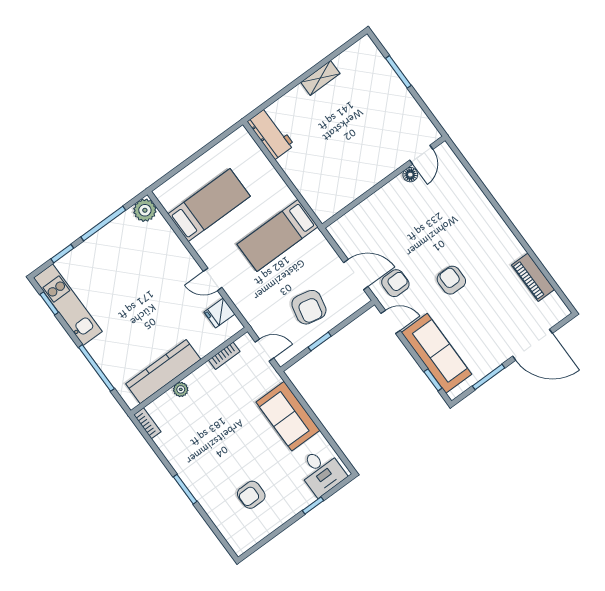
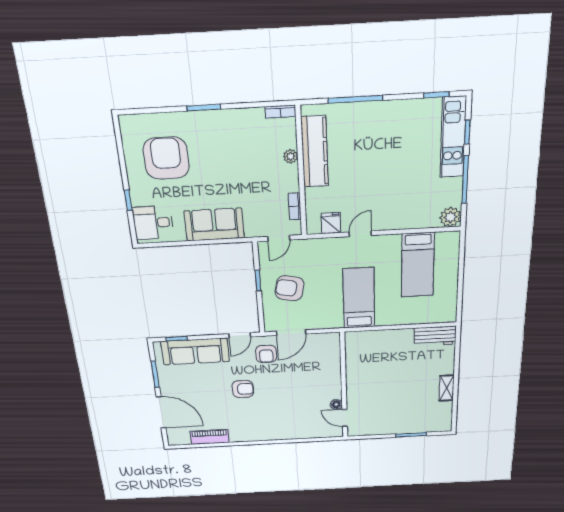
kitchen unit: (68, 305) -> (453, 137), moved, turned 90
door: (533, 345) -> (161, 412), swing flipped
armchair: (251, 495) -> (166, 158), width x1.88, depth x1.88

